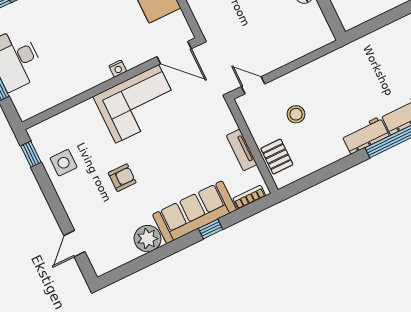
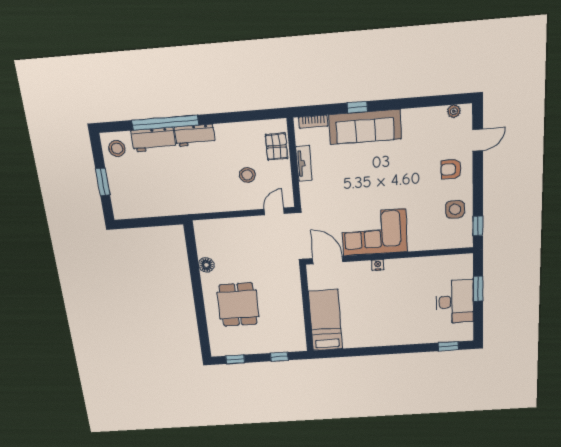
door: (253, 85) -> (274, 211), swing flipped
armchair: (122, 178) -> (451, 169), moved
plant: (148, 239) -> (454, 111), moved, width x0.53, depth x0.53

